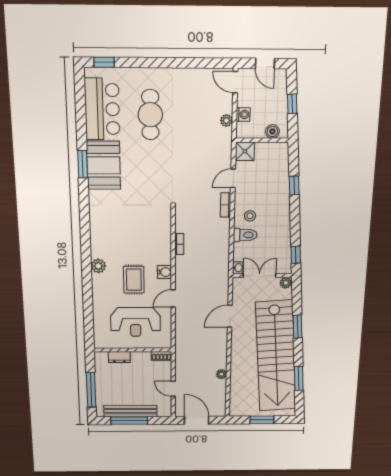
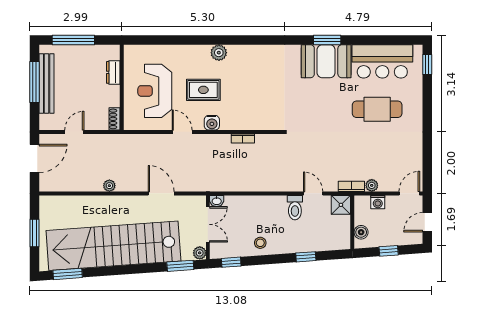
bookcase: (226, 205) -> (351, 186), moved
stool: (250, 216) -> (260, 243), moved
toilet: (245, 235) -> (295, 208), moved
window: (297, 327) -> (180, 266), moved
plant: (221, 374) -> (109, 186), moved
window: (299, 378) -> (68, 274), moved

